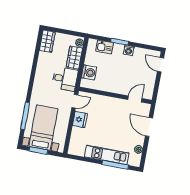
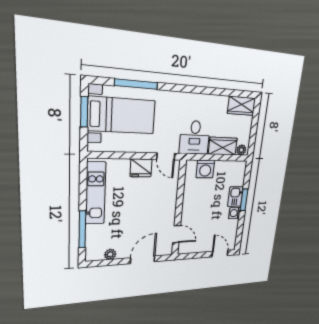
kitchen sink: (105, 47) -> (236, 197), moved
door: (161, 65) -> (220, 253), hinge flipped
kitchen unit: (107, 155) -> (96, 193), moved

